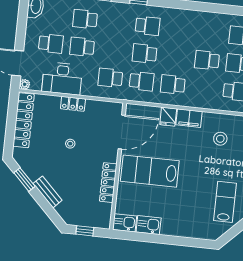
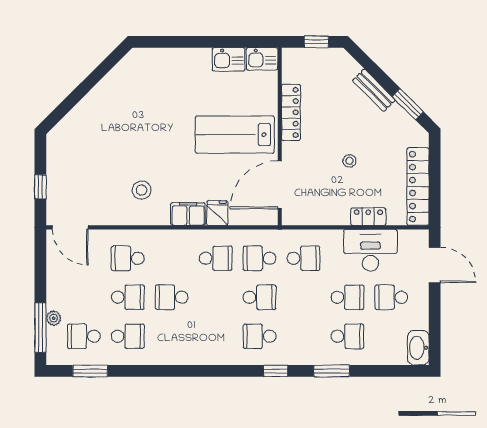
school desk: (207, 60) -> (172, 297), turned 180
plant: (25, 84) -> (422, 237), removed
locker: (73, 104) -> (368, 217), moved
lab bench: (150, 171) -> (235, 135), turned 180
lab bench: (225, 202) -> (126, 103), removed

